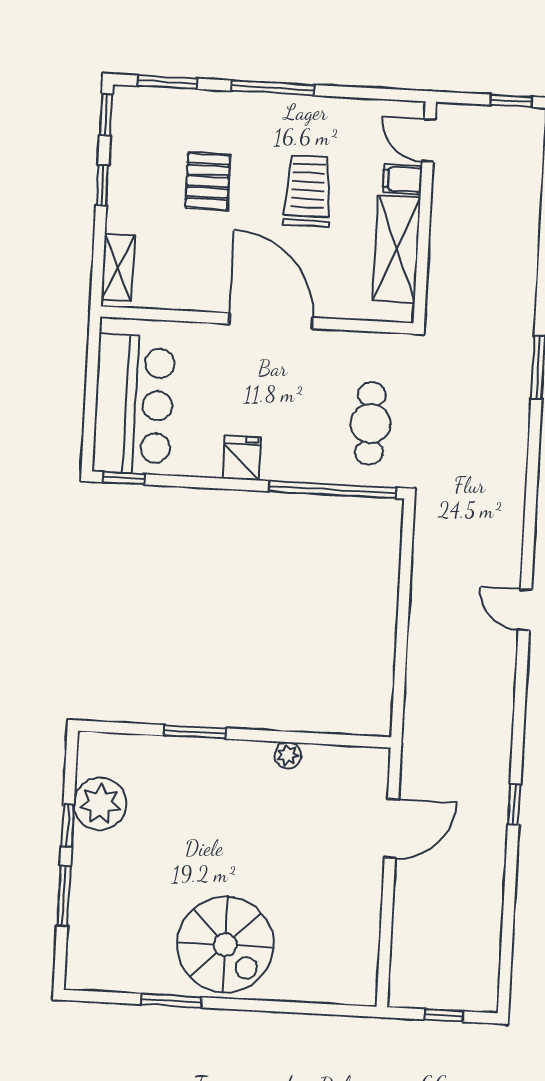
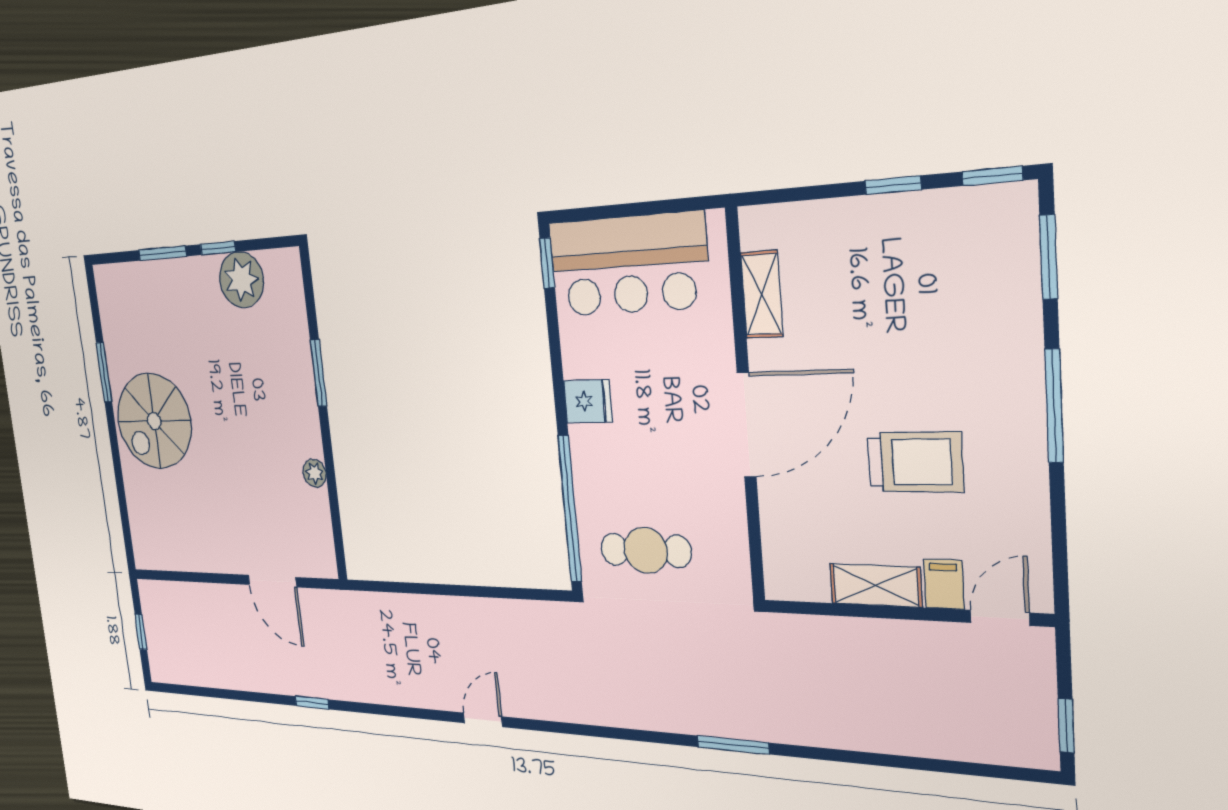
pallet: (208, 182) -> (913, 328), removed
shelving: (397, 249) -> (876, 585), width x0.67, depth x0.75
shelving: (118, 268) -> (762, 295), moved, turned 90

